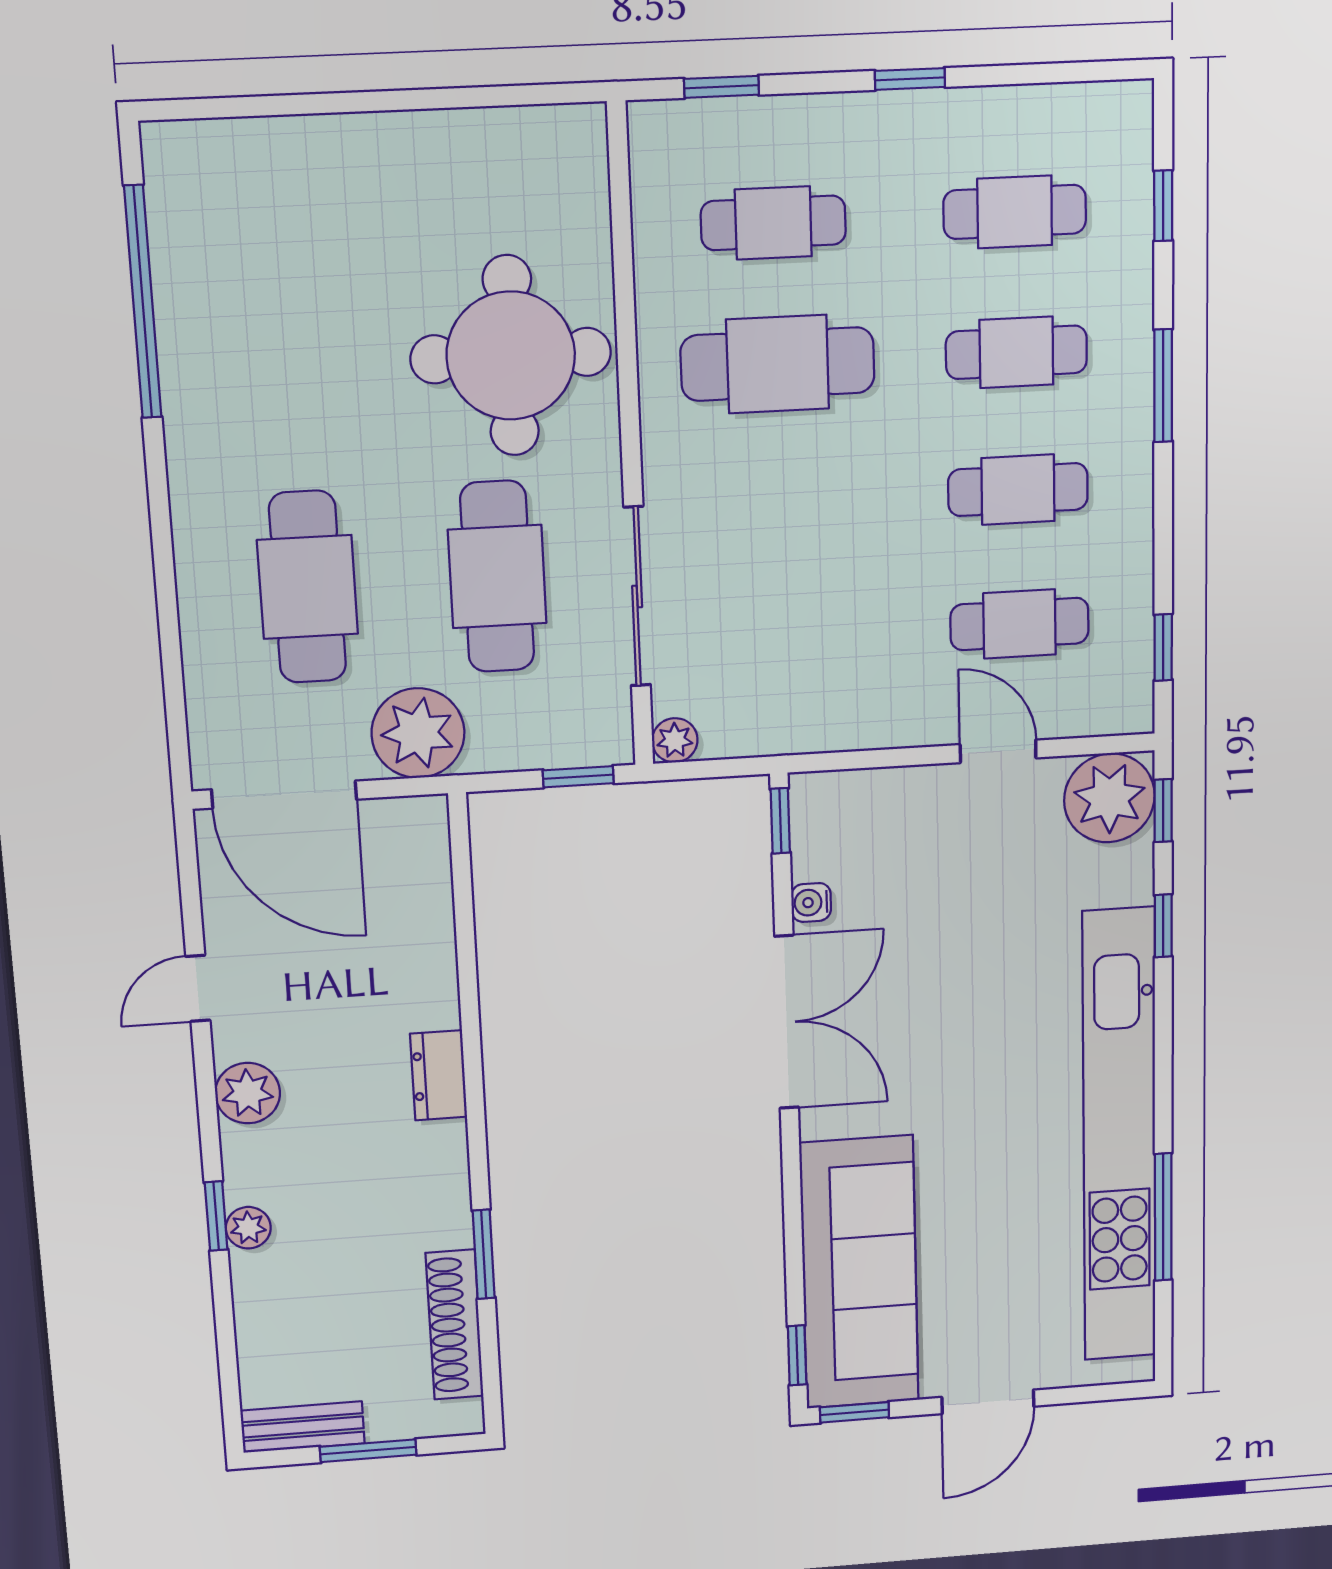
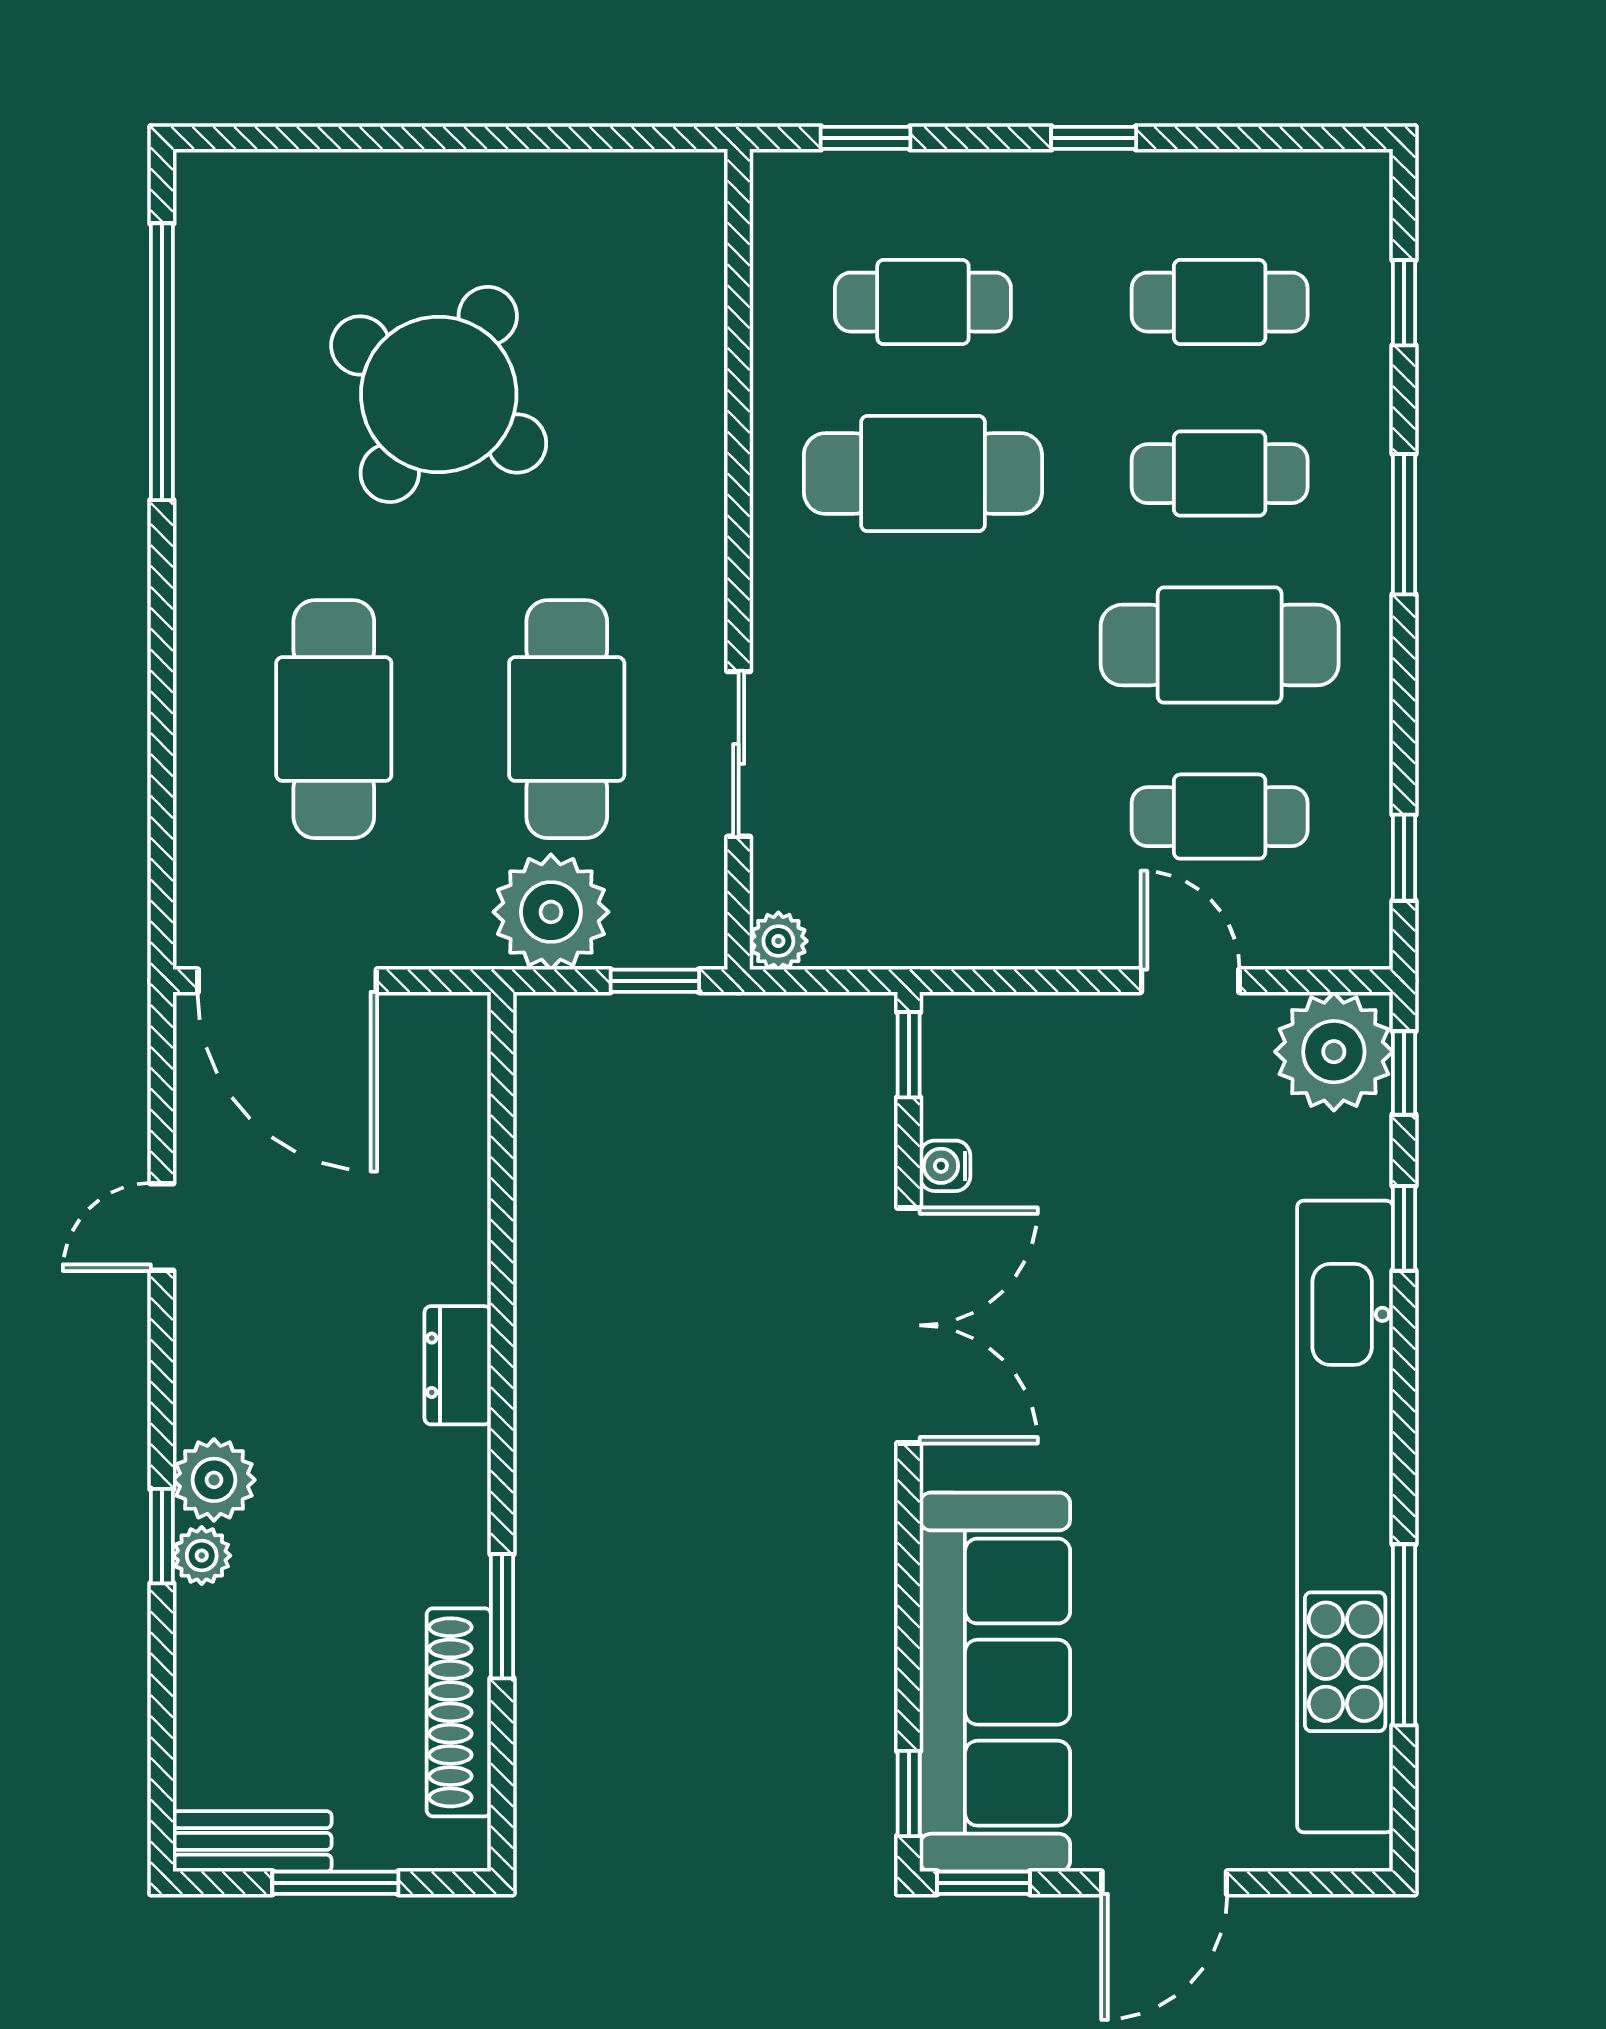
round table: (511, 356) -> (439, 394), moved, turned 32
cafe table: (1018, 490) -> (1220, 645), width x1.37, depth x1.35
sliding door: (637, 596) -> (739, 754), width x0.73
plant: (418, 733) -> (551, 912), moved
plant: (248, 1093) -> (214, 1480), moved

